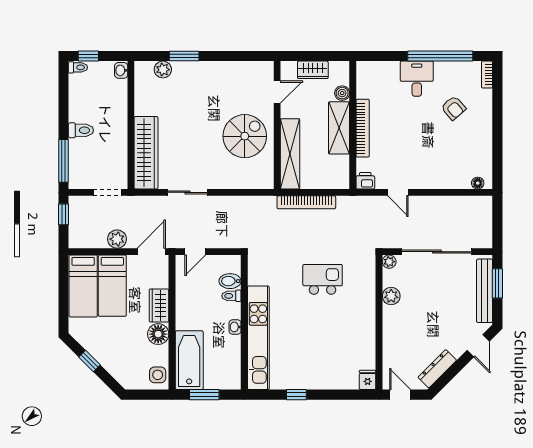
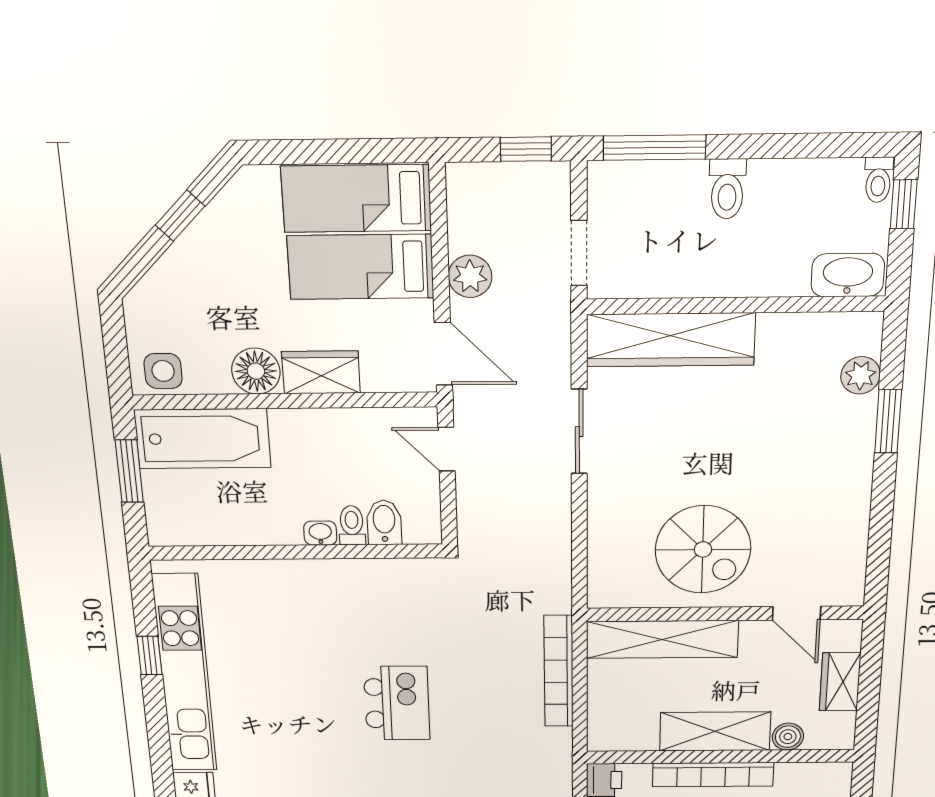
washbasin: (121, 70) -> (848, 275), width x1.91, depth x1.45
washbasin: (235, 327) -> (320, 533), moved
kitchen unit: (258, 338) -> (185, 674), moved, turned -90

